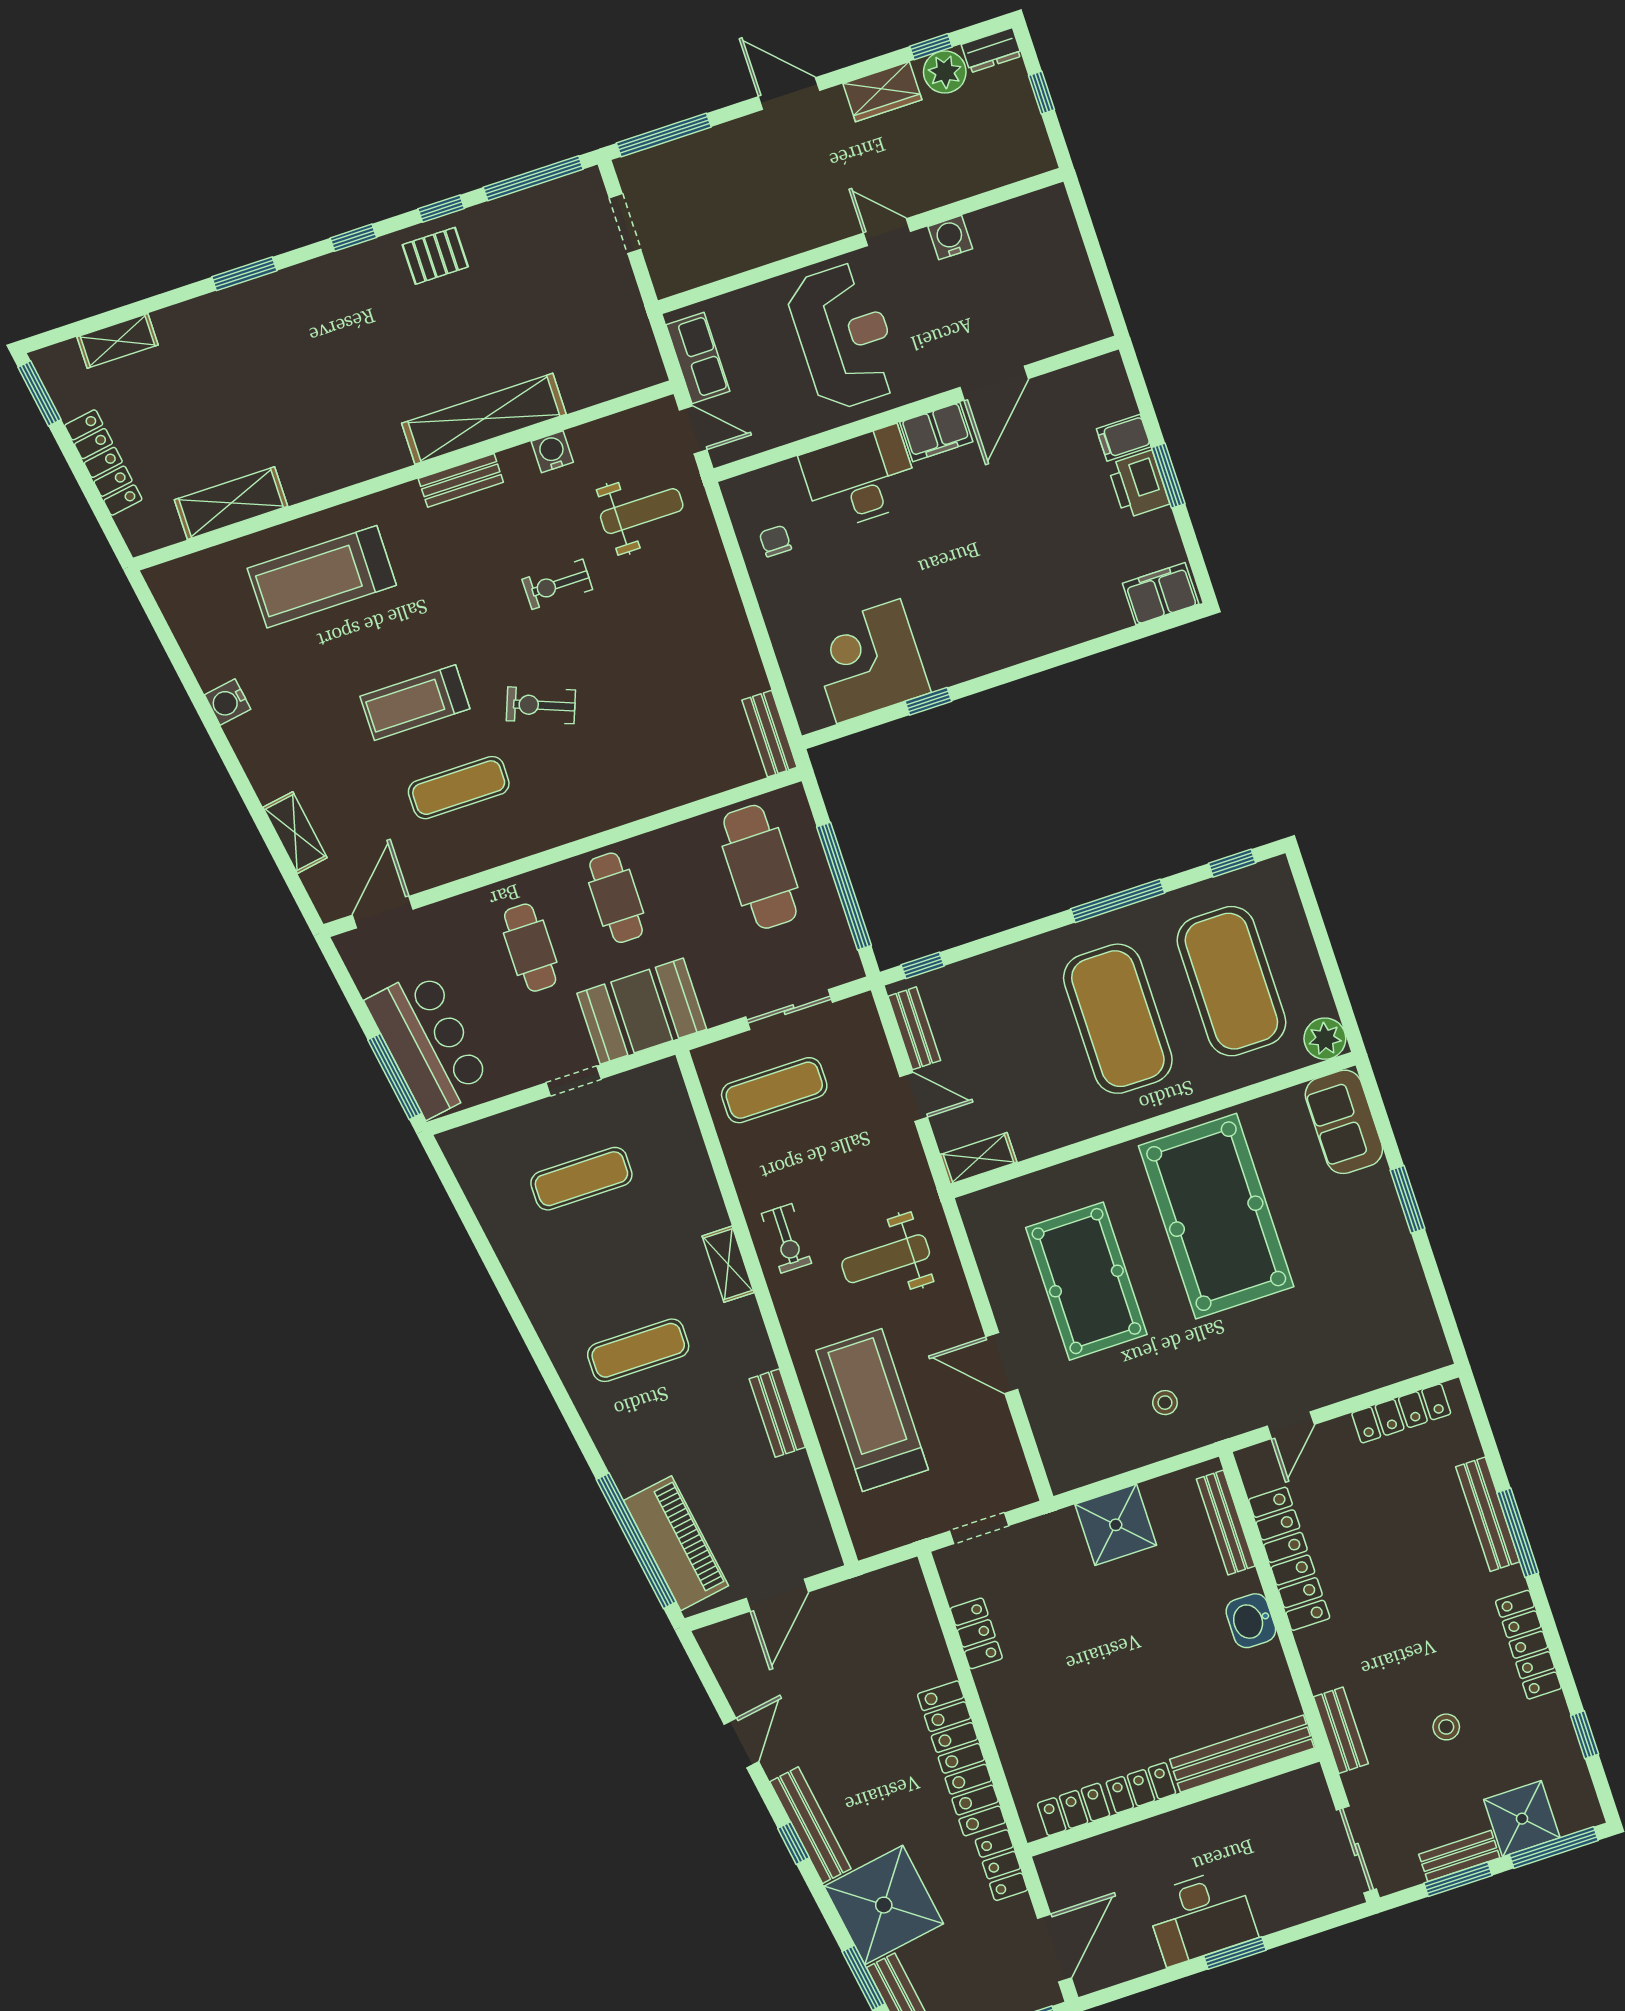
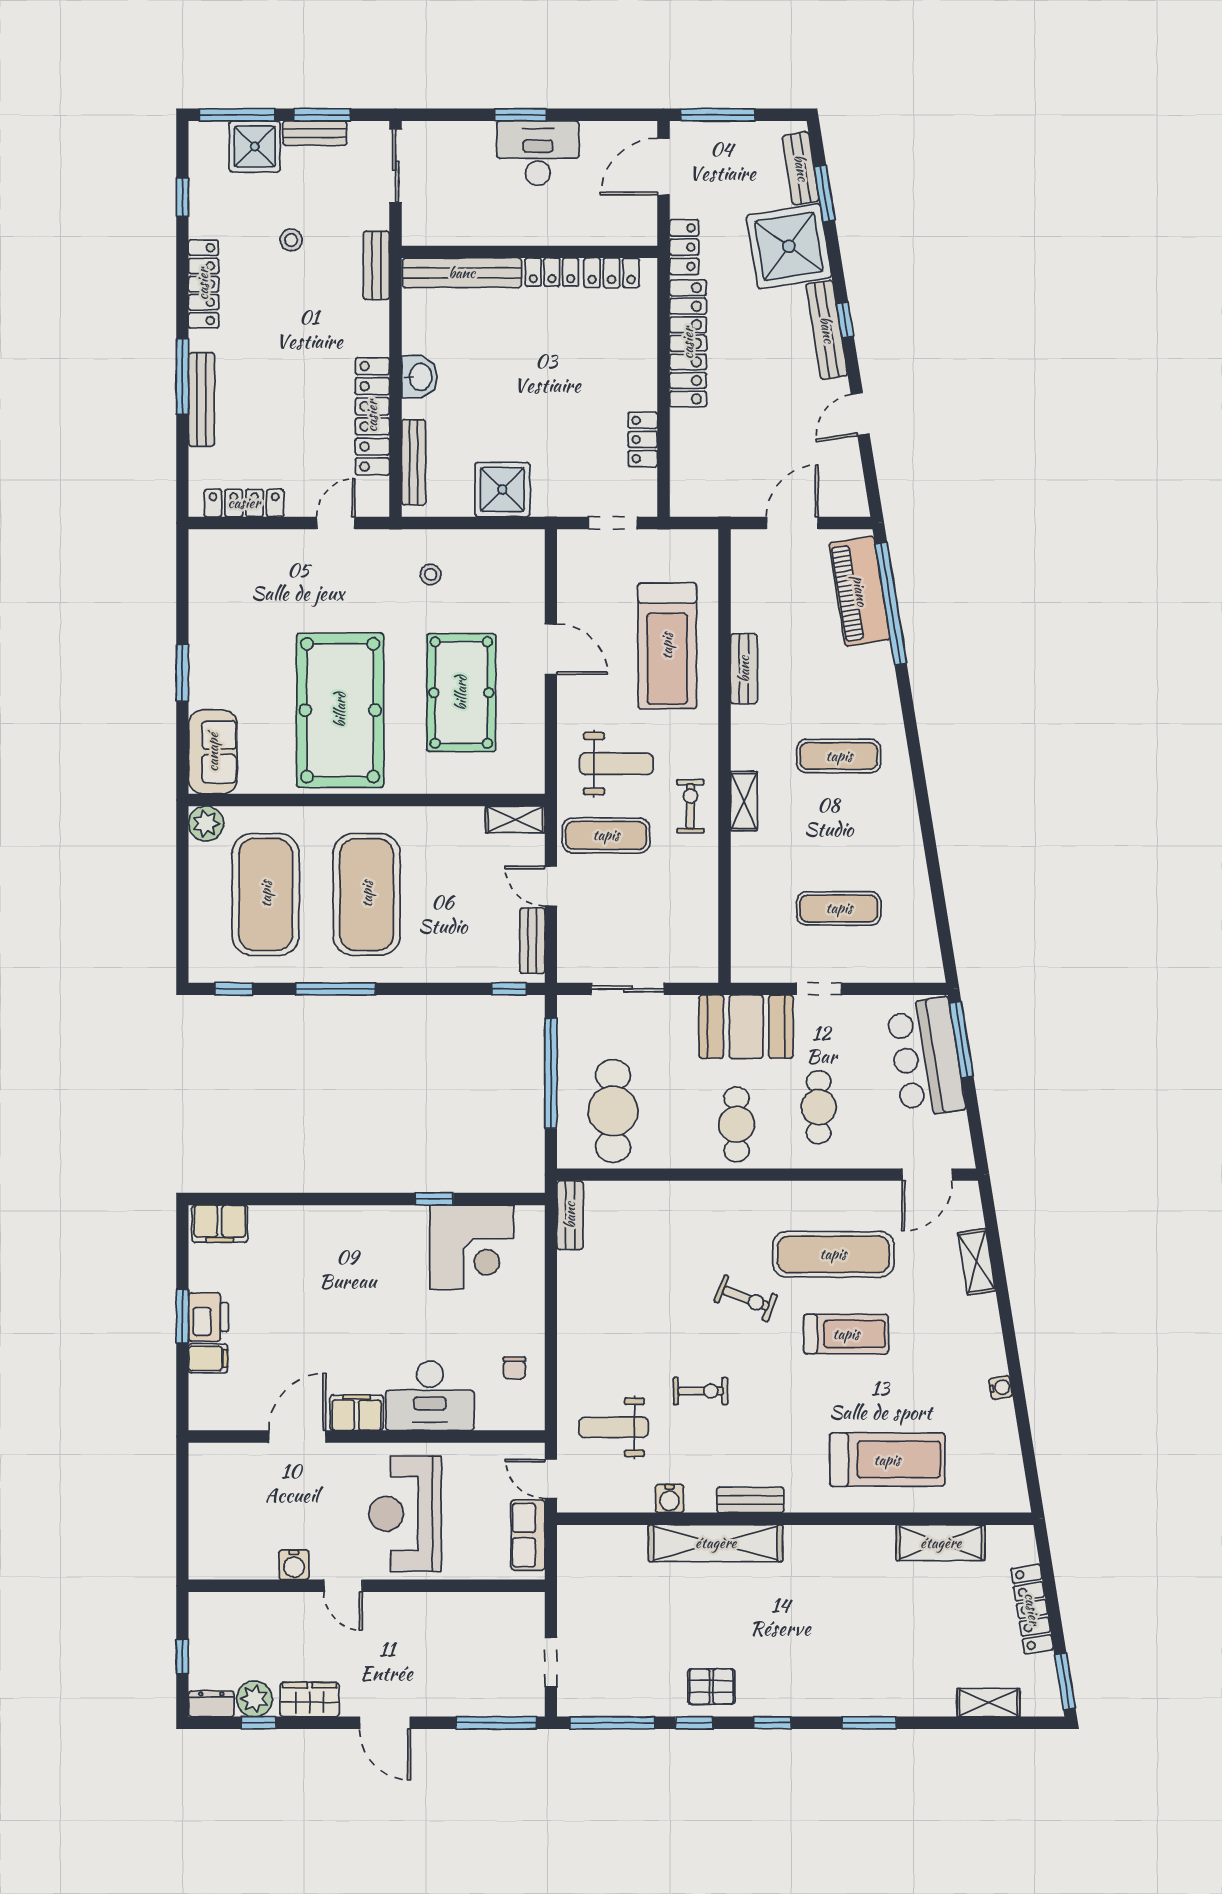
water cooler: (228, 702) -> (1001, 1387), width x0.72, depth x0.72
exercise mat: (459, 788) -> (833, 1254), width x1.36, depth x1.45
exercise mat: (774, 1090) -> (606, 835), moved

